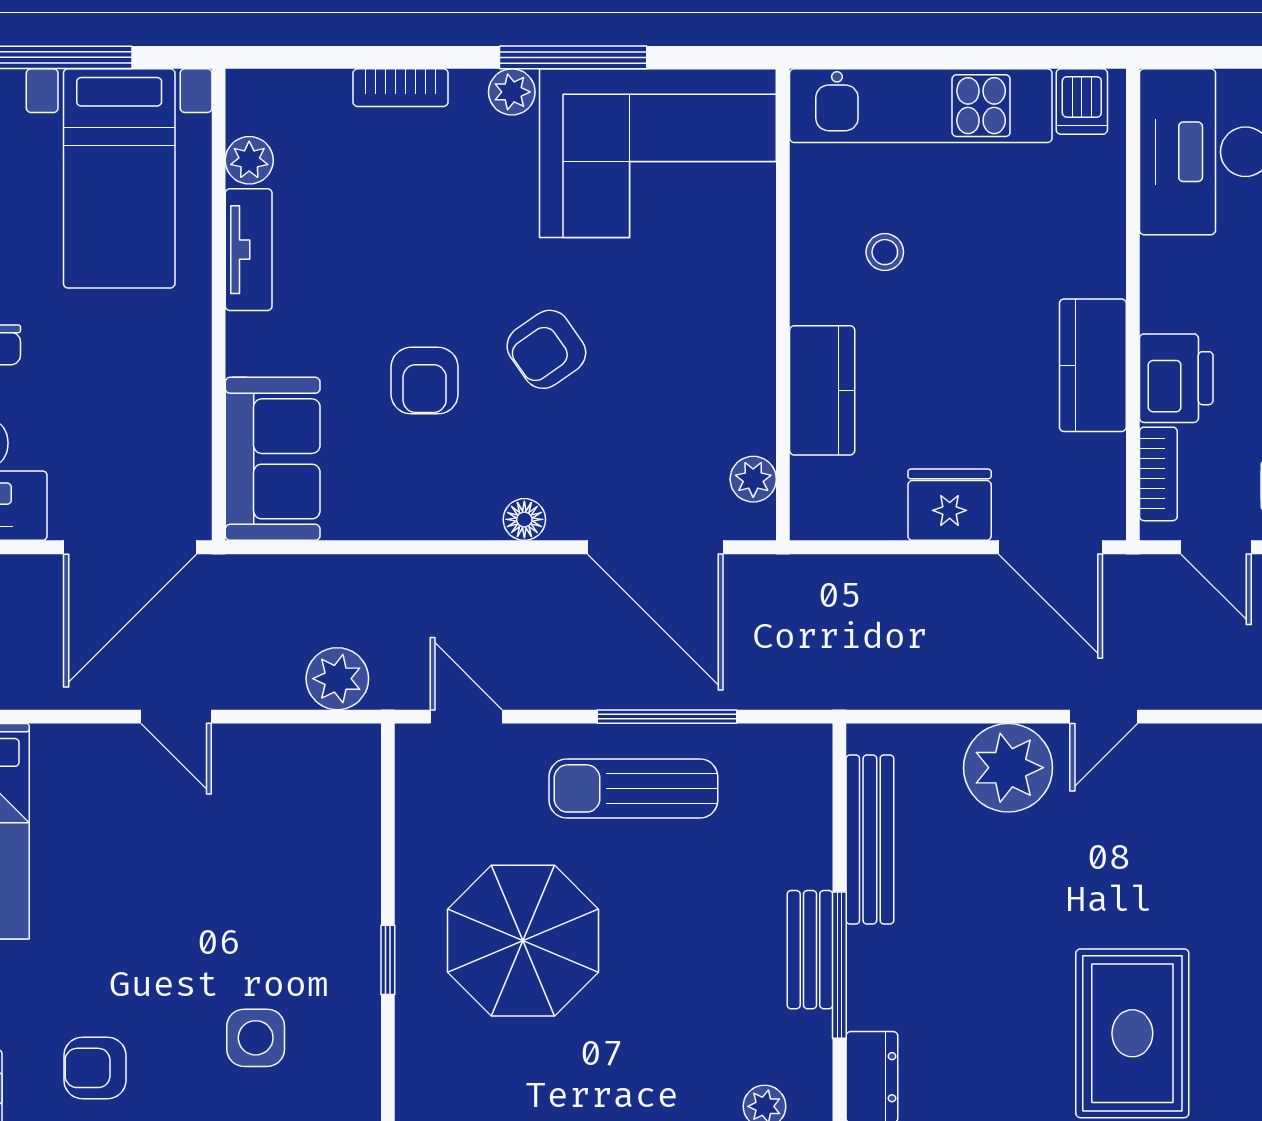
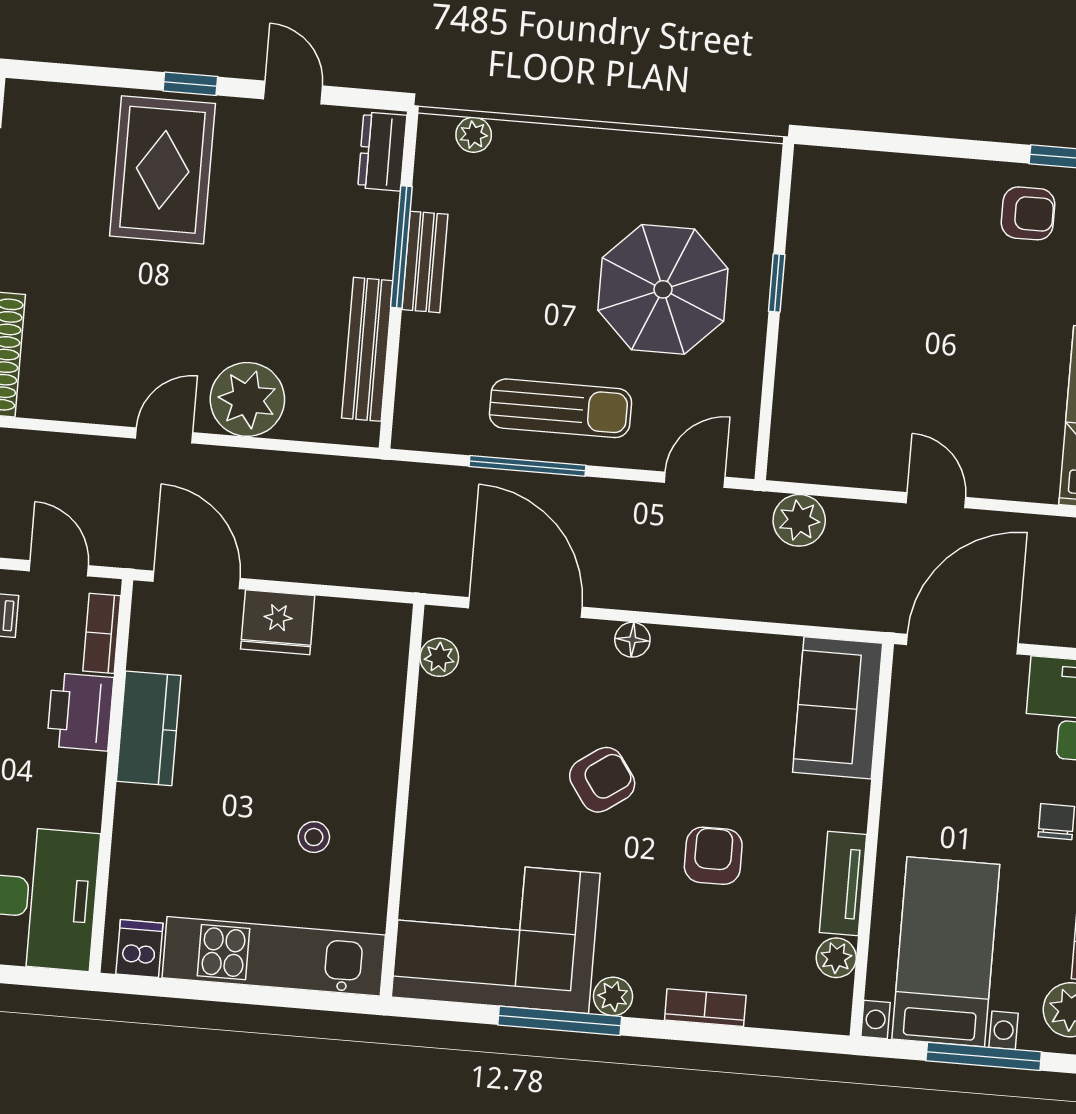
armchair: (425, 381) -> (713, 856), moved
kitchen counter: (822, 390) -> (376, 726), removed
door: (466, 717) -> (695, 480), swing flipped
side table: (256, 1038) -> (892, 227), removed

